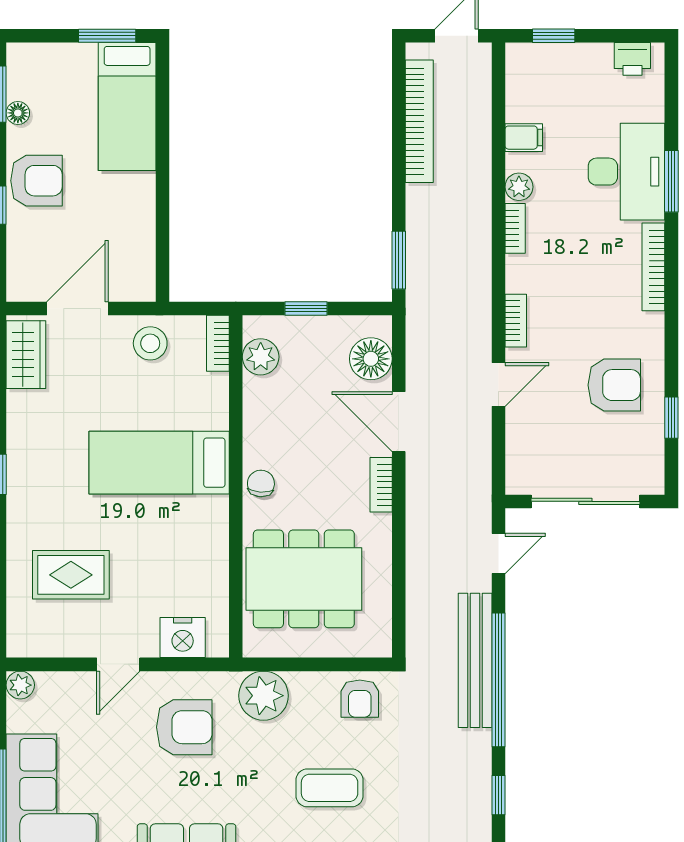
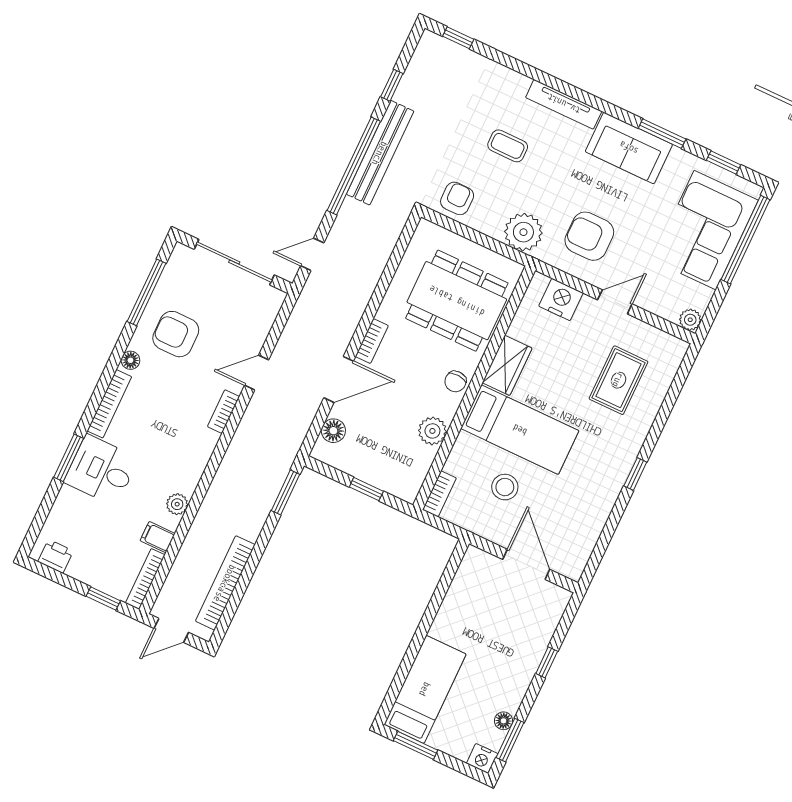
nightstand: (22, 57) -> (482, 759), added
desk: (627, 172) -> (101, 470), width x0.73
armchair: (36, 181) -> (513, 667), removed
bookcase: (515, 228) -> (145, 579), moved, width x1.56
door: (77, 309) -> (526, 564), swing flipped
floor lamp: (653, 329) -> (130, 360), added
stool: (150, 343) -> (505, 487), moved
wardrobe: (26, 355) -> (507, 365), moved, turned 180
plant: (261, 357) -> (432, 431), moved
floor lamp: (371, 359) -> (333, 431), width x0.73, depth x0.73
window: (671, 418) -> (147, 292), width x2.17
door: (399, 422) -> (339, 379), hinge flipped
rug: (71, 575) -> (618, 380), turned 90
bench: (475, 660) -> (380, 153), moved
coffee table: (330, 788) -> (508, 146), width x0.73, depth x0.77

